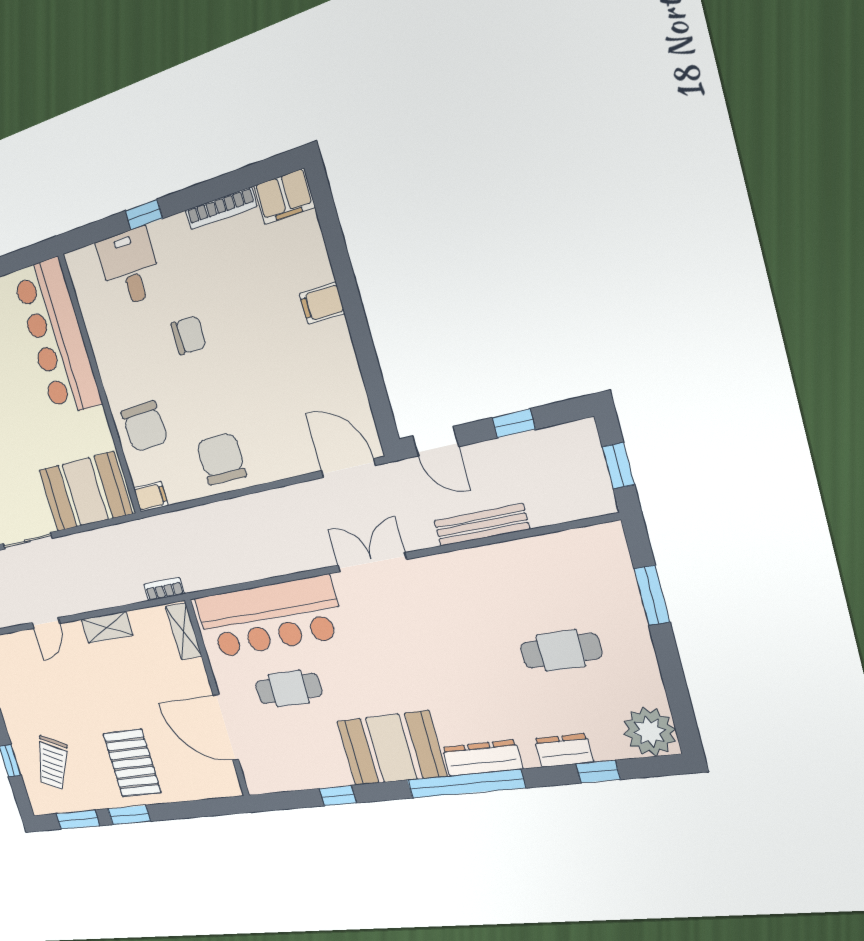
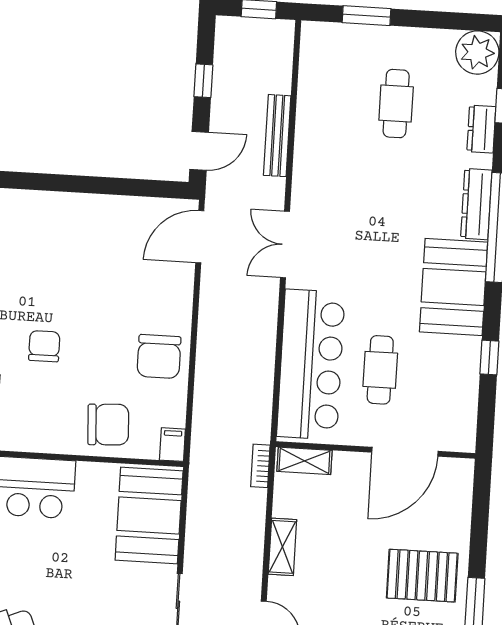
filing cabinet: (322, 303) -> (59, 210), removed
chair: (221, 459) -> (159, 356), turned -90

